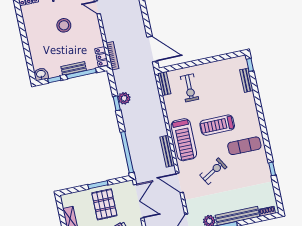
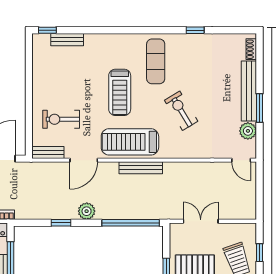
exercise bike: (189, 88) -> (61, 119), turned 180
plant: (124, 98) -> (87, 211), moved
treadmill: (184, 140) -> (130, 142), turned 180
door: (180, 183) -> (84, 160), moved
double door: (139, 201) -> (201, 221), width x0.73

